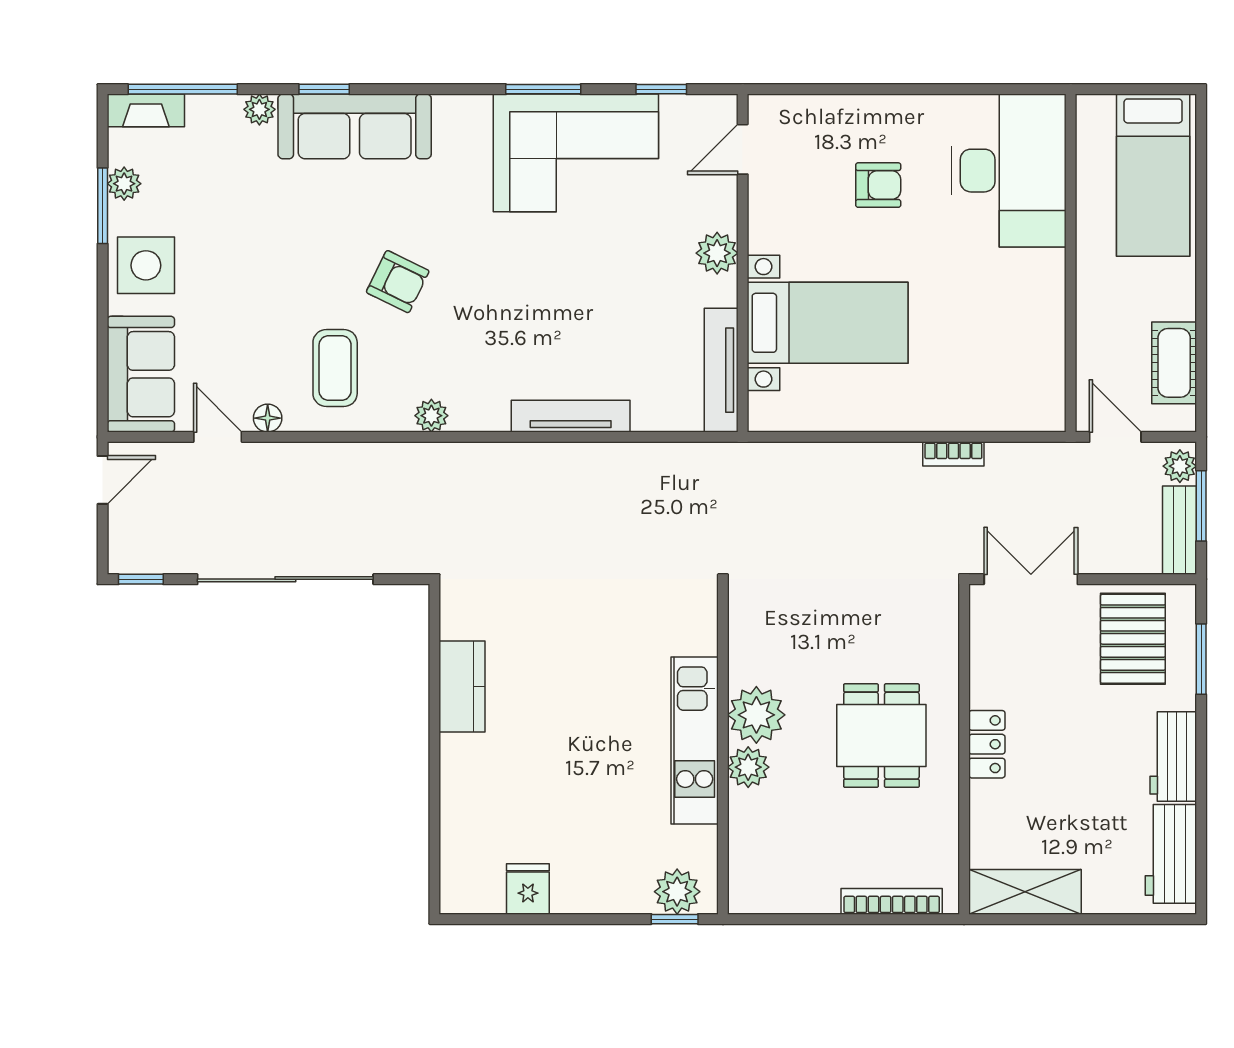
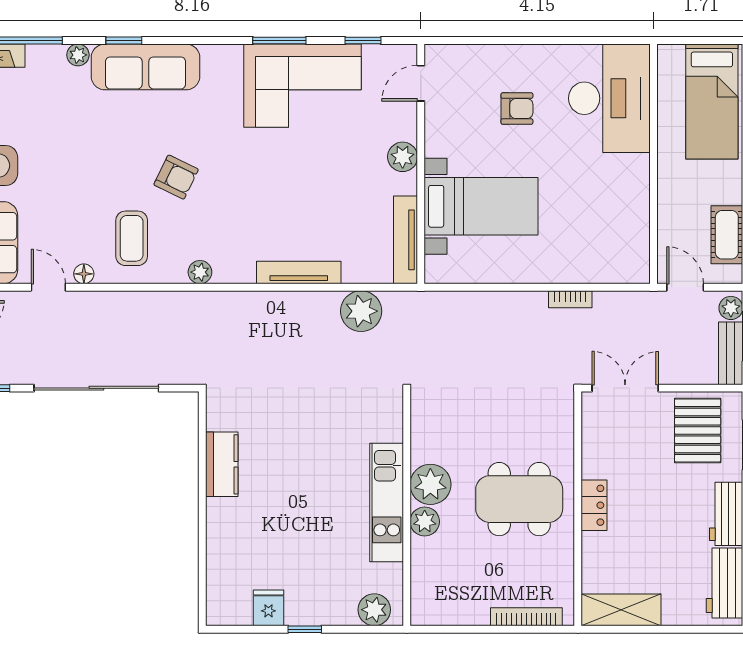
plant: (659, 471) -> (361, 311), added
dining table: (881, 736) -> (519, 499), width x1.38
window: (675, 919) -> (305, 629), moved

